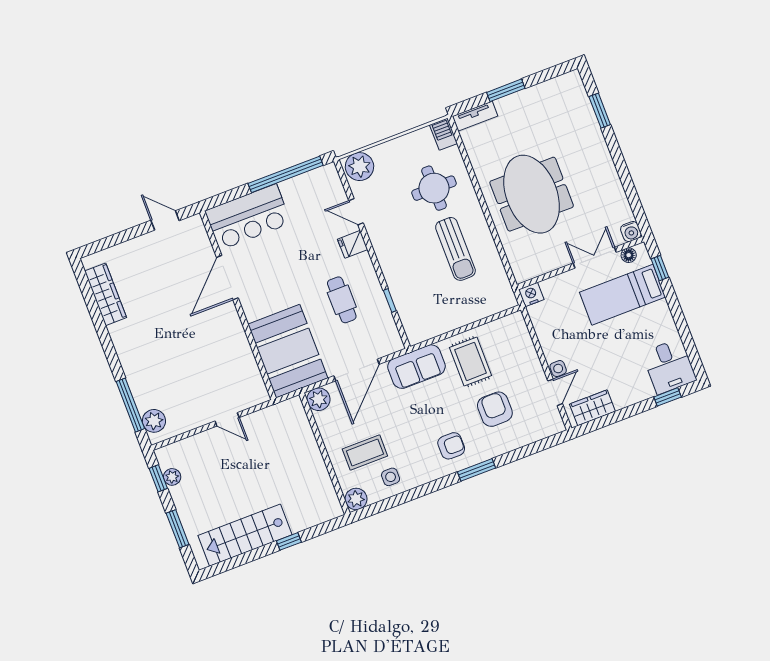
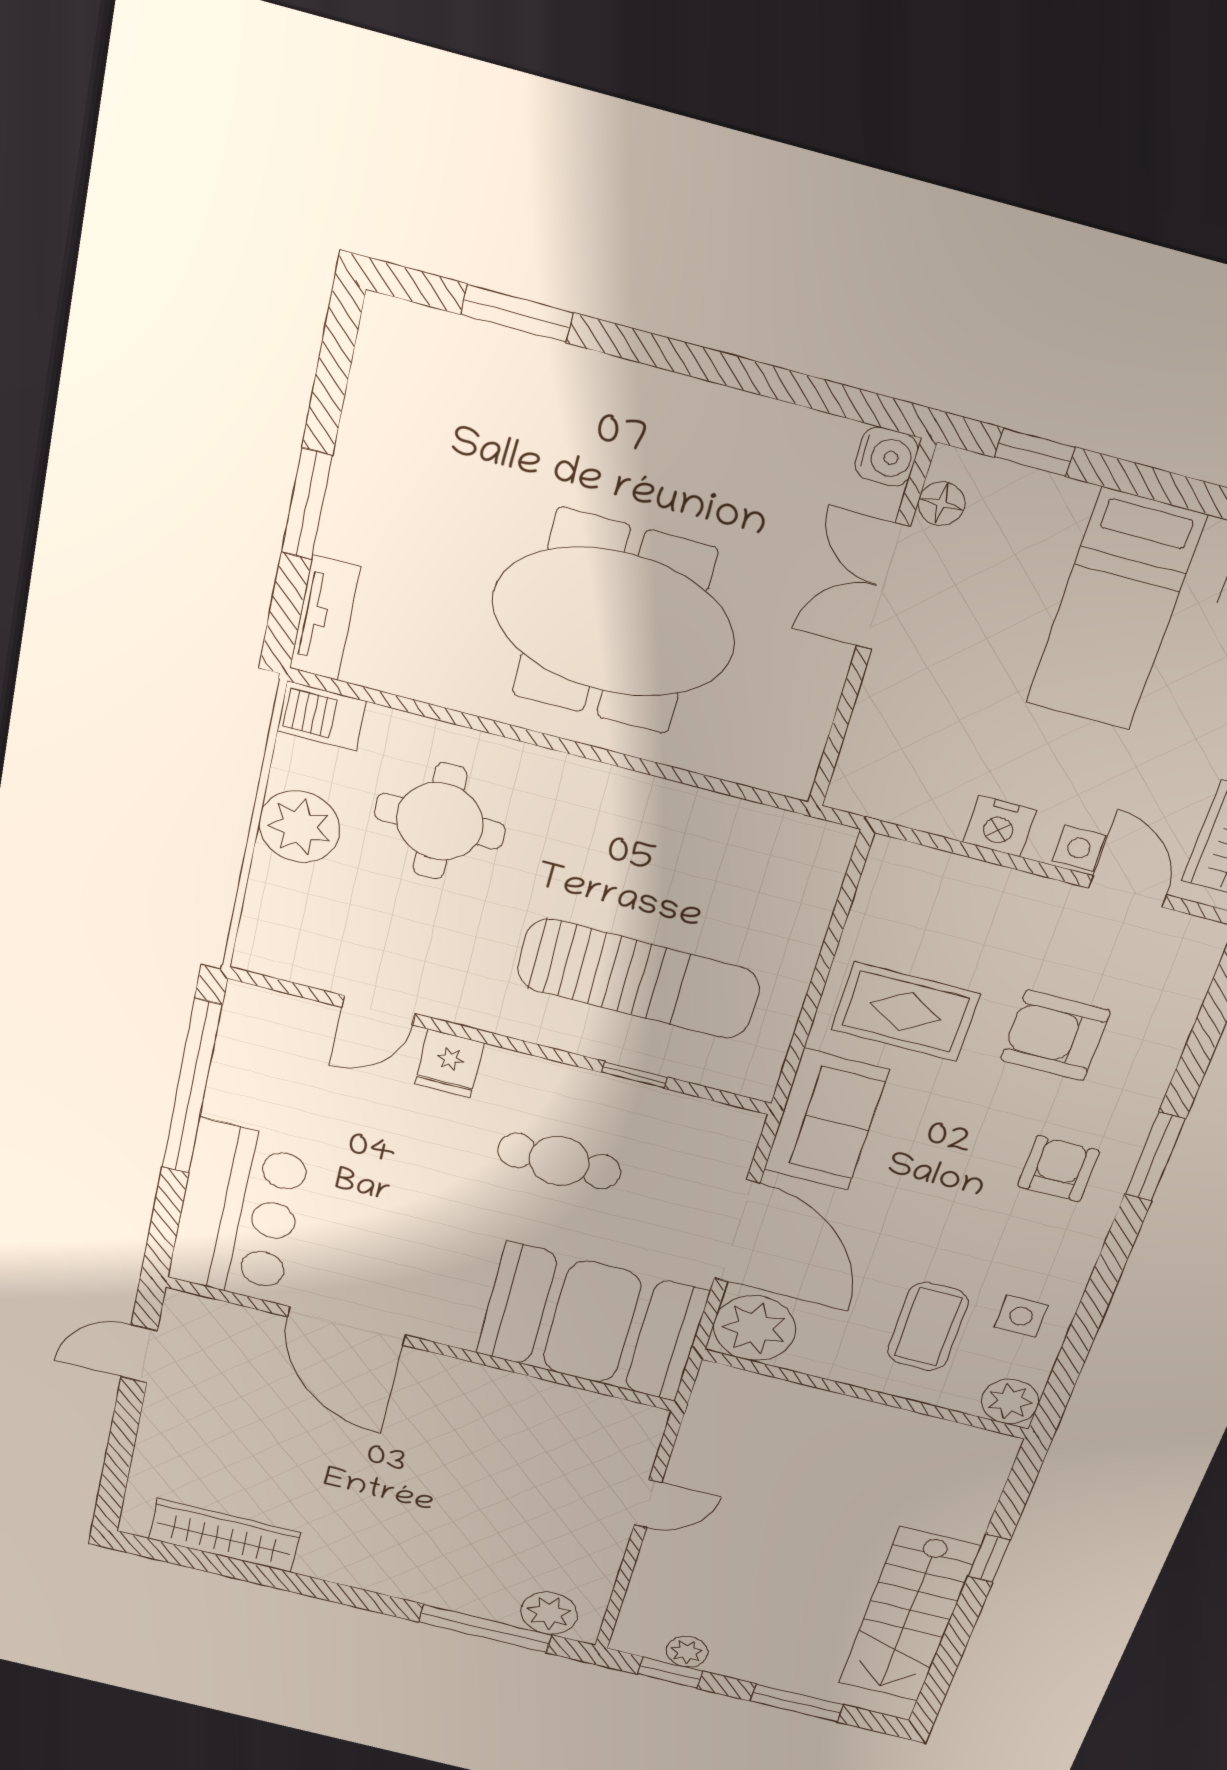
plant: (359, 167) -> (299, 827), moved
sun lounger: (455, 249) -> (638, 979), moved, width x1.36, depth x1.34
nightstand: (531, 294) -> (999, 826), moved, turned -90
bed: (622, 295) -> (1115, 610), moved
plant: (318, 399) -> (755, 1328), width x1.36, depth x1.36

